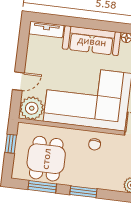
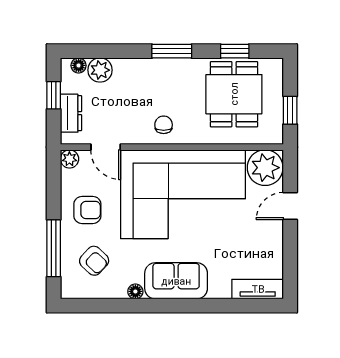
sofa: (92, 41) -> (176, 281), width x0.73
window: (42, 187) -> (235, 51), width x0.67

